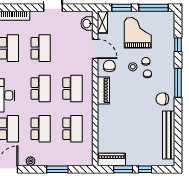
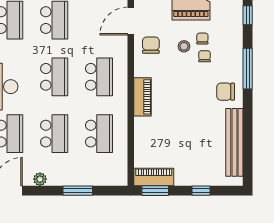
door: (95, 49) -> (131, 21), swing flipped
piano: (103, 90) -> (142, 97), moved
window: (123, 169) -> (155, 191), moved

